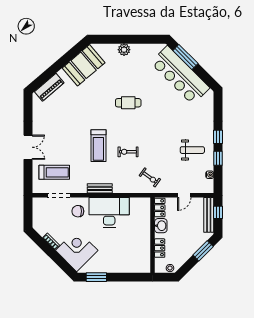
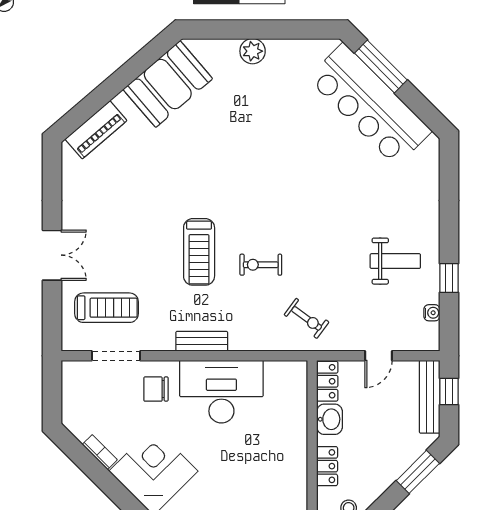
cafe table: (128, 103) -> (261, 162), removed
window: (218, 137) -> (449, 234), removed

